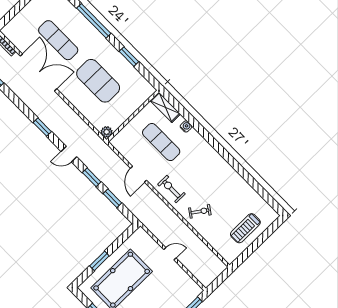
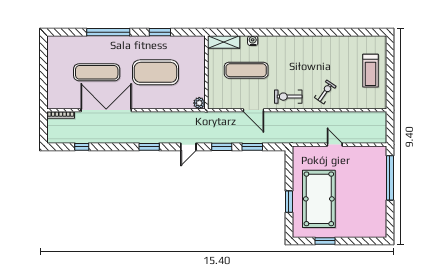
door: (170, 254) -> (335, 145), hinge flipped

